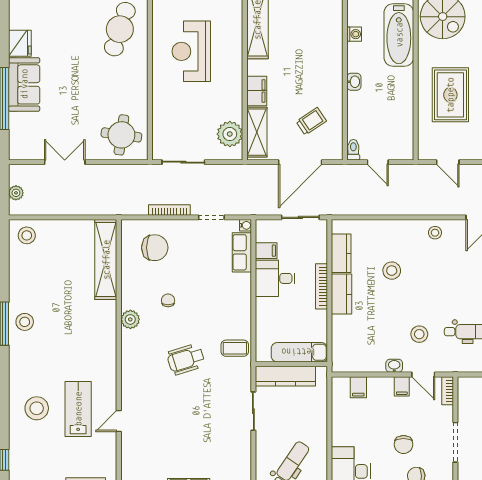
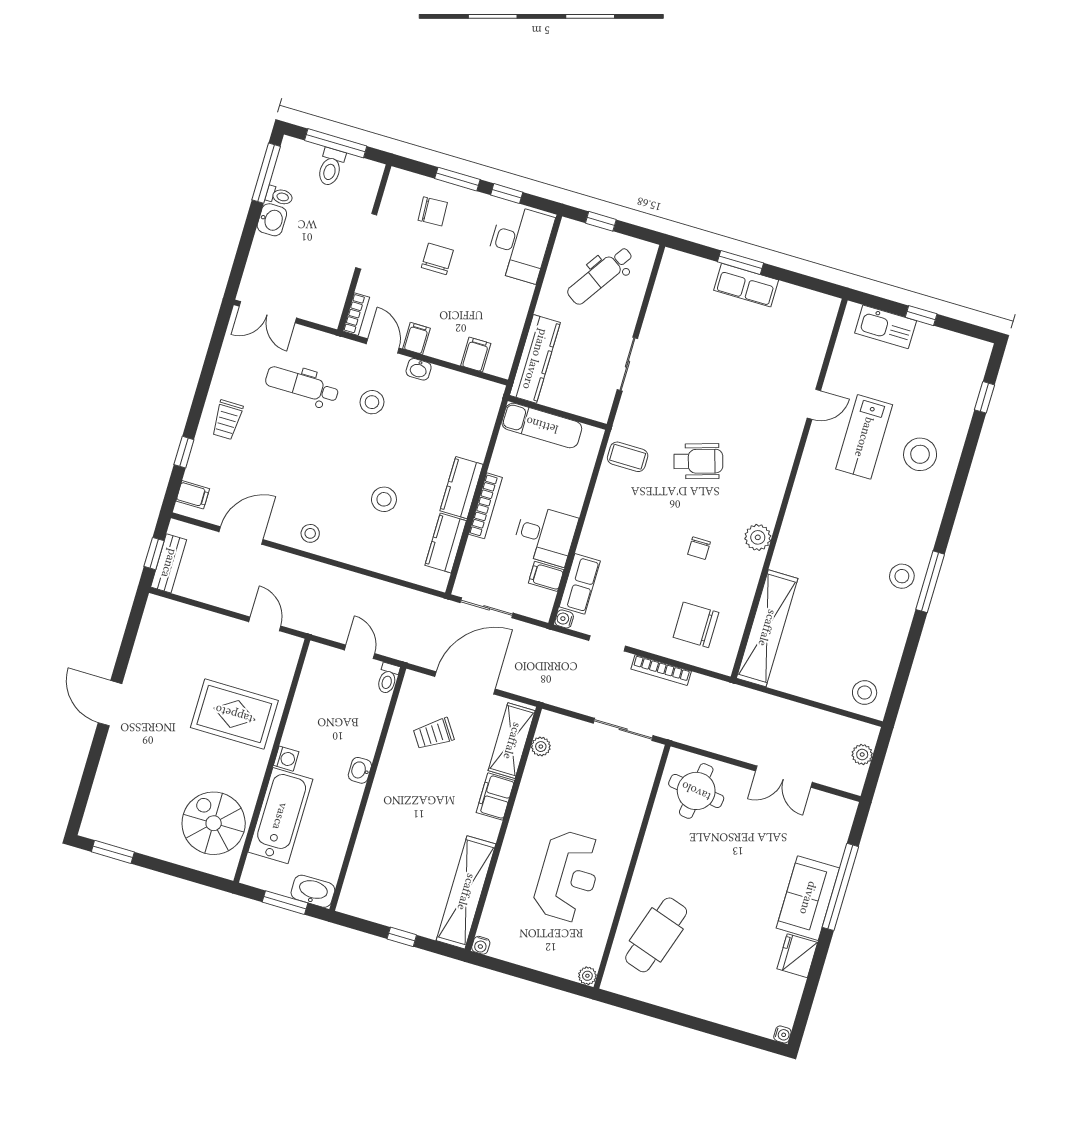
washing machine: (354, 34) -> (286, 759), moved, turned 180
rug: (450, 95) -> (234, 714), turned 90
plant: (230, 134) -> (541, 747), width x0.53, depth x0.53
kitchen counter: (285, 376) -> (535, 359), moved, turned 90

